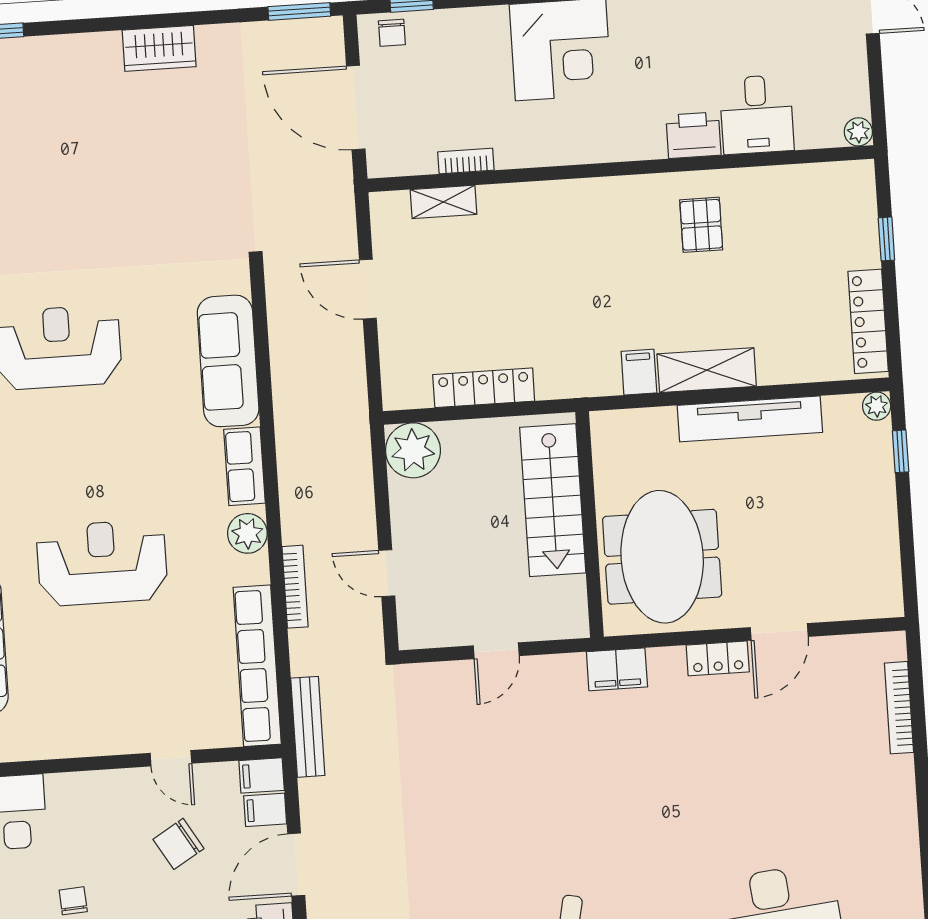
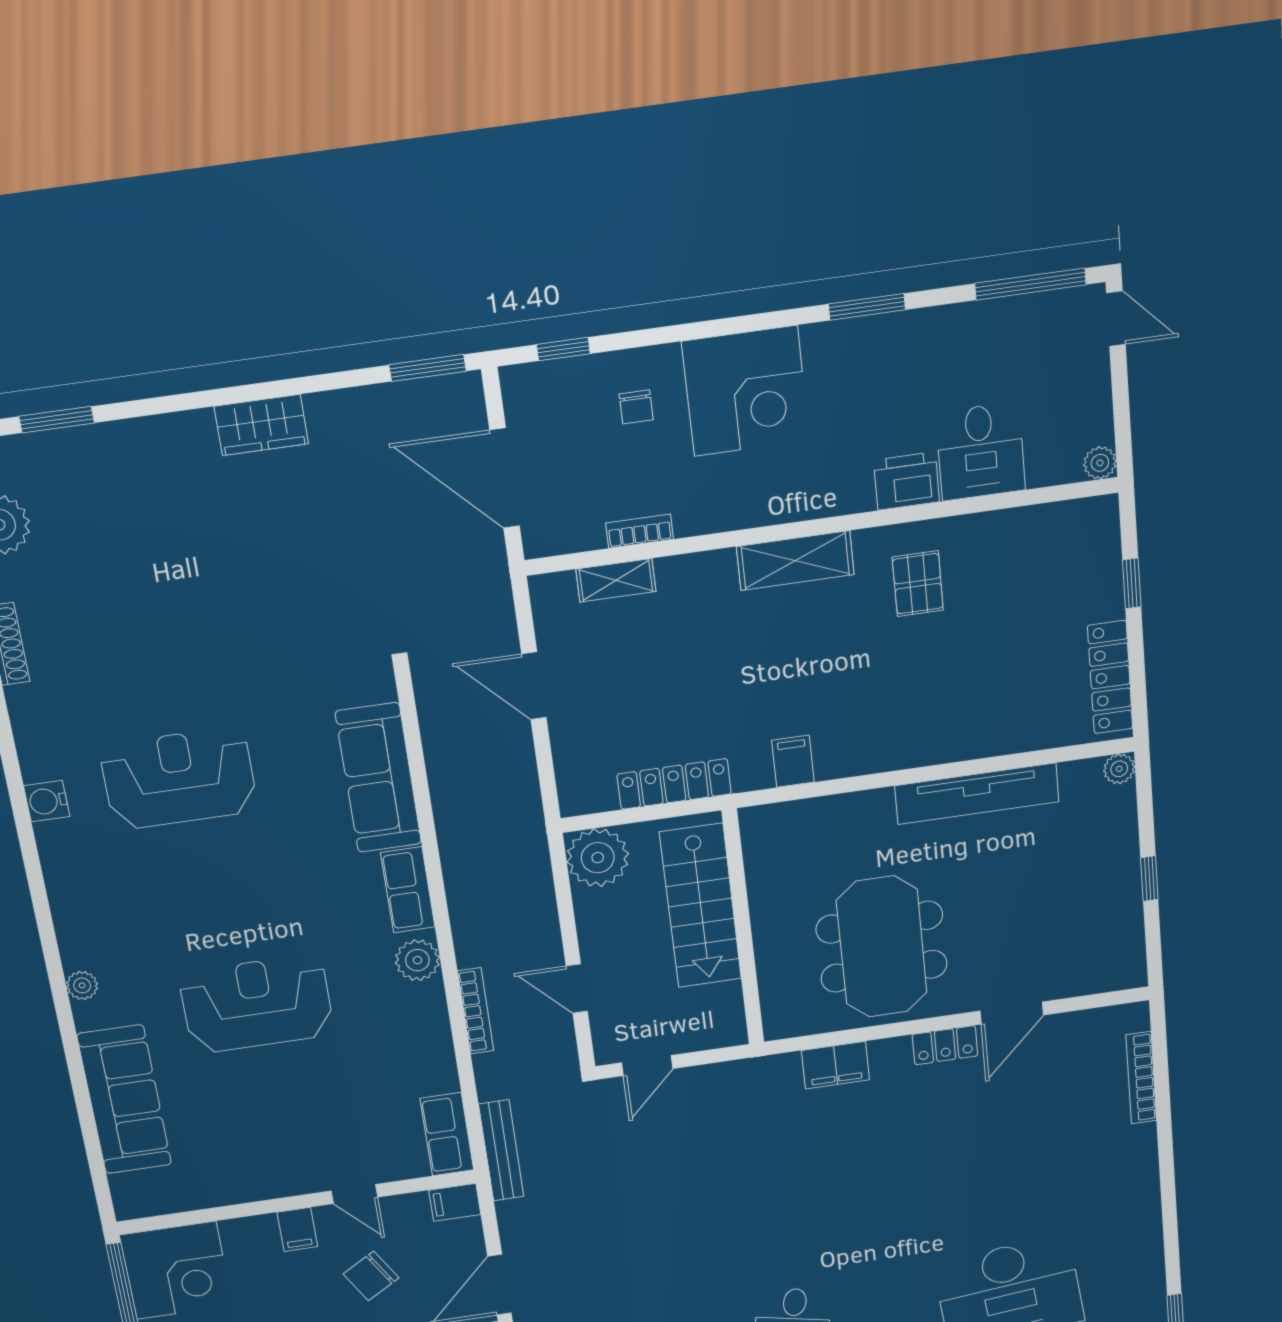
chair: (392, 33) -> (636, 407), moved
shelving: (707, 370) -> (795, 561), moved
filing cabinet: (639, 372) -> (793, 761), moved
window: (901, 451) -> (1149, 879), moved
stairs: (553, 500) -> (701, 906), moved
wall: (589, 524) -> (743, 928), moved
door: (496, 651) -> (647, 1066), moved
row of seats: (257, 666) -> (447, 1134), width x0.50
filing cabinet: (265, 810) -> (297, 1229), moved, turned -90

